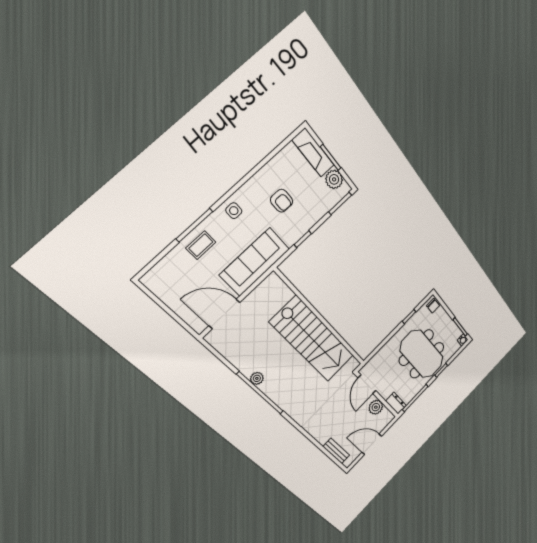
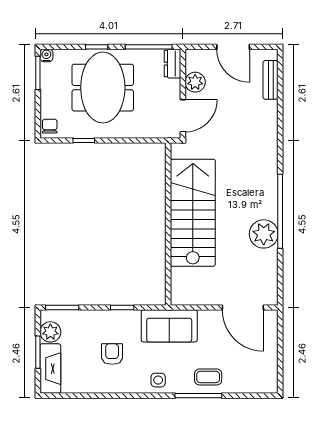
sofa: (255, 262) -> (169, 326), width x0.73
plant: (257, 378) -> (264, 234), width x1.88, depth x1.88

